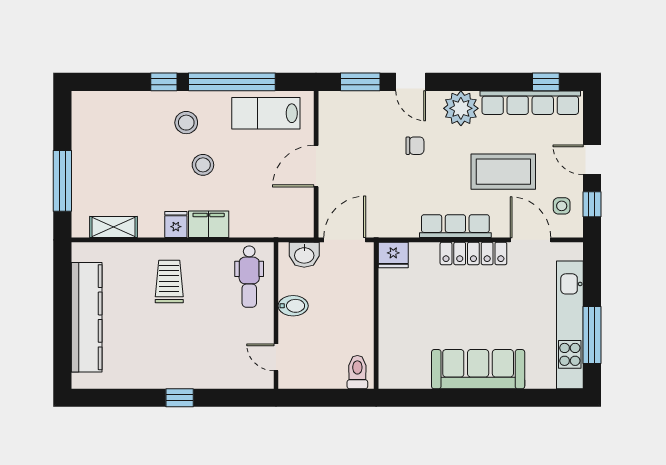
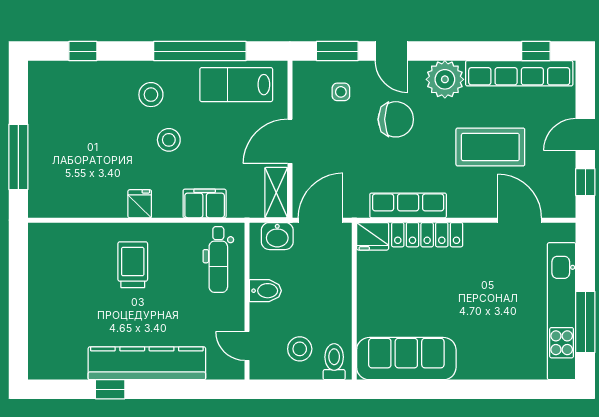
window: (164, 82) -> (83, 51), moved
chair: (415, 146) -> (396, 119), width x1.87, depth x1.87
door: (592, 160) -> (585, 134), hinge flipped
side table: (562, 206) -> (341, 92), moved
filing cabinet: (209, 224) -> (205, 203), moved
row of seats: (455, 226) -> (408, 205), moved
shelving: (114, 227) -> (276, 193), moved, turned 90
locker: (473, 253) -> (427, 235), moved
kitchen counter: (87, 317) -> (147, 363), moved, turned -90
stool: (325, 360) -> (300, 349), added
sofa: (478, 369) -> (406, 359), moved
window: (180, 398) -> (110, 389), moved

